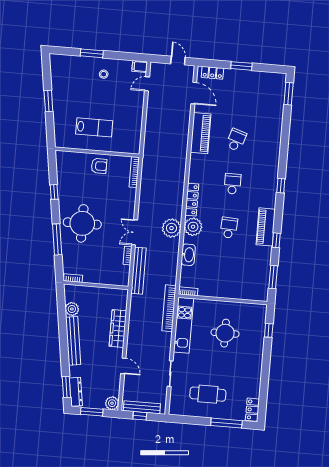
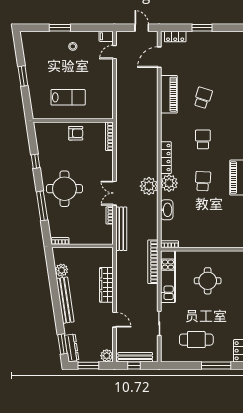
door: (194, 93) -> (159, 57), swing flipped

